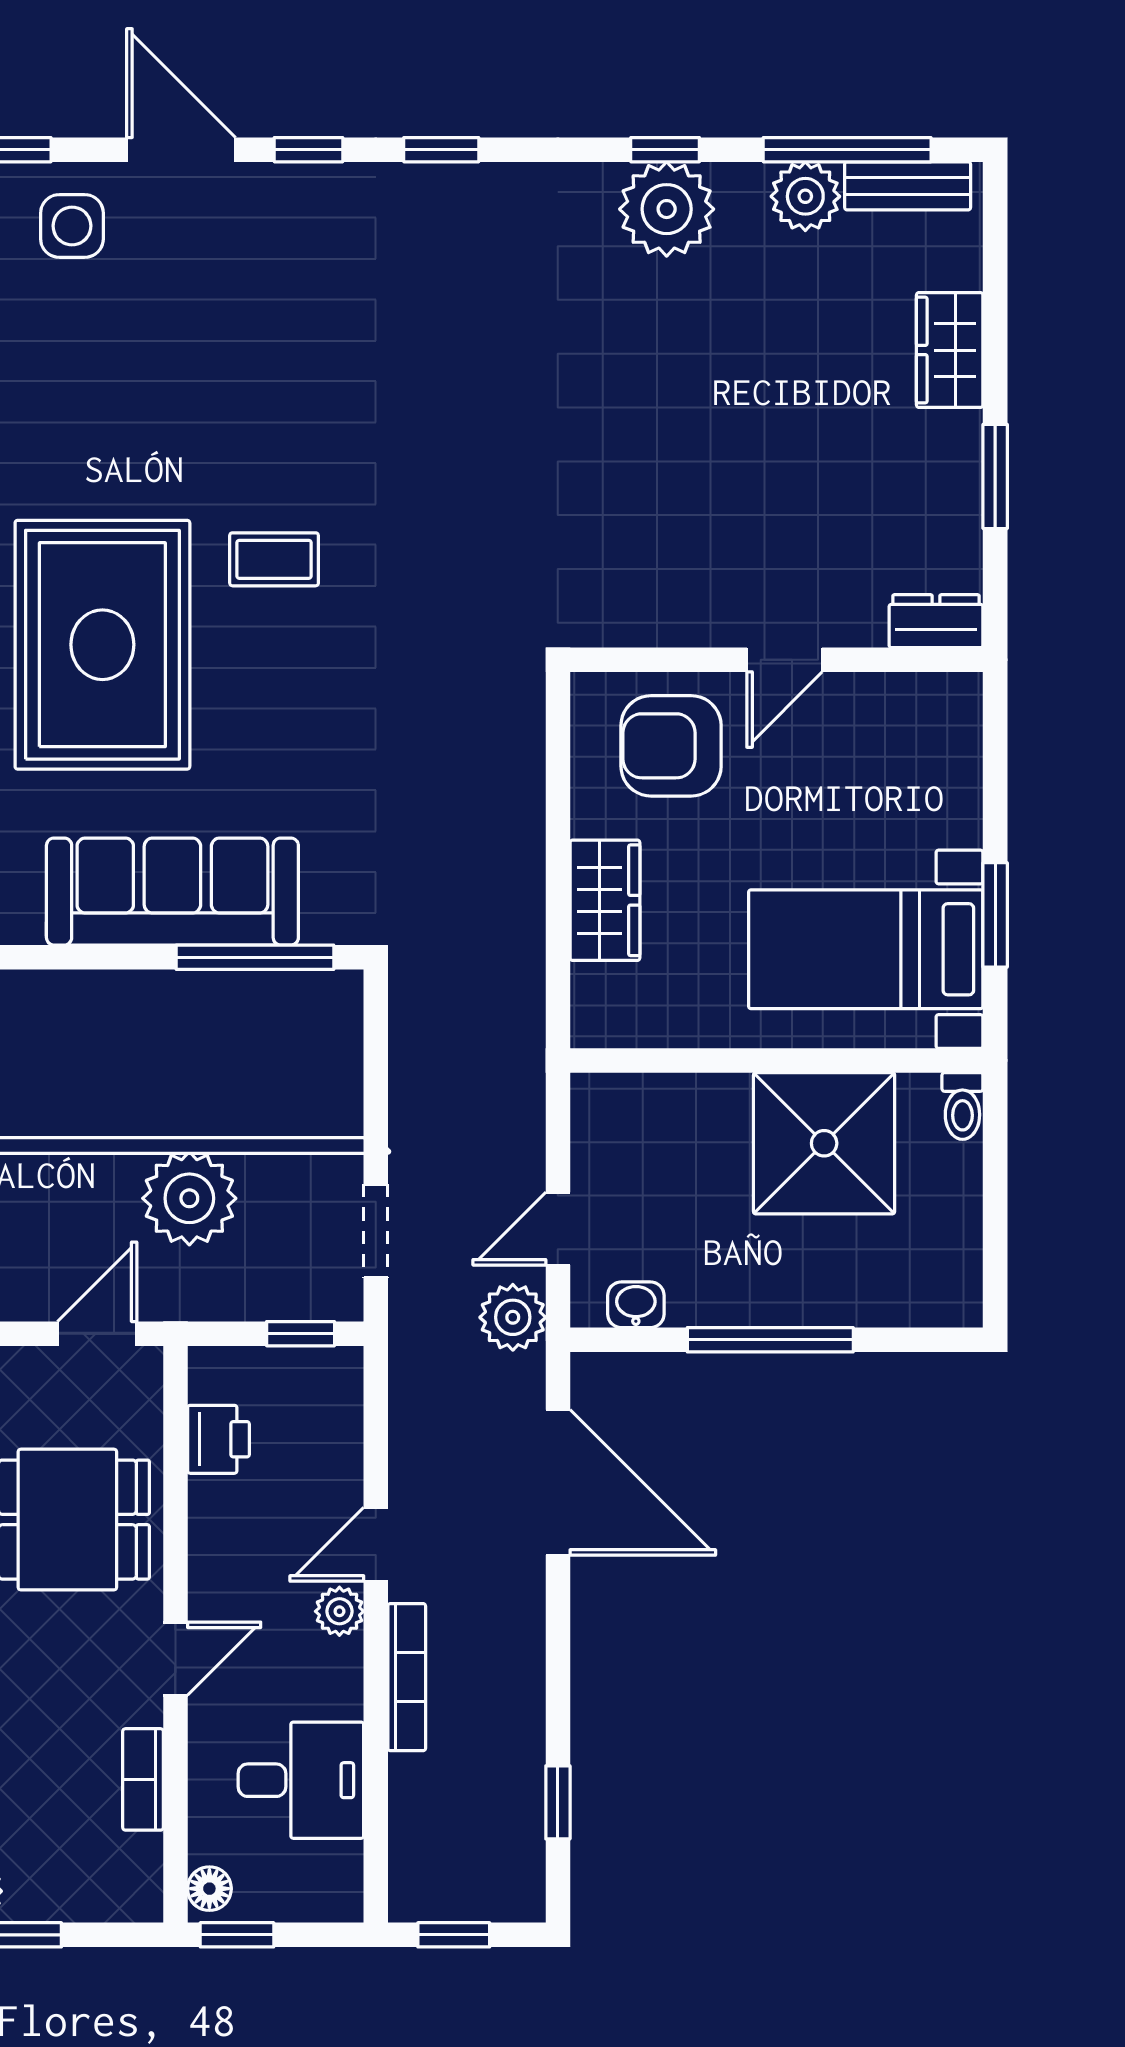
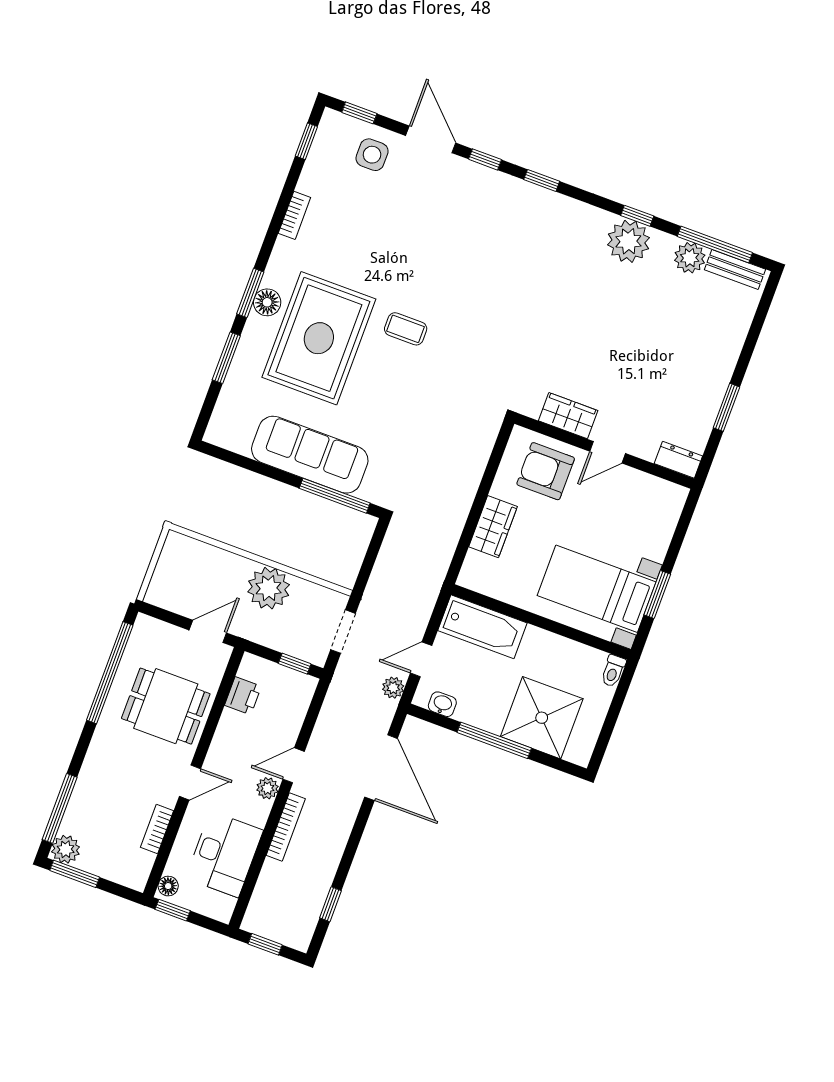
wardrobe: (950, 350) -> (568, 416), moved, turned 90
bathtub: (659, 1115) -> (482, 627), added
shower: (824, 1143) -> (542, 718), moved
plant: (513, 1317) -> (393, 688), width x0.73, depth x0.73
desk: (301, 1780) -> (224, 854), width x1.37

